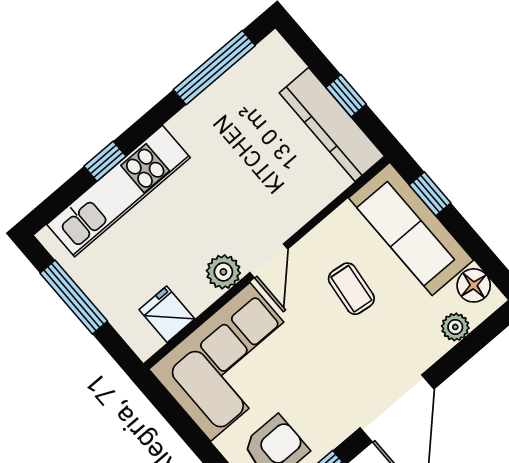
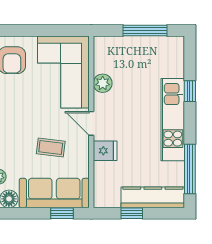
kitchen counter: (332, 124) -> (153, 197), moved
kitchen unit: (119, 191) -> (173, 120), moved
plant: (223, 272) -> (103, 83), moved
fridge: (167, 314) -> (105, 151), moved

